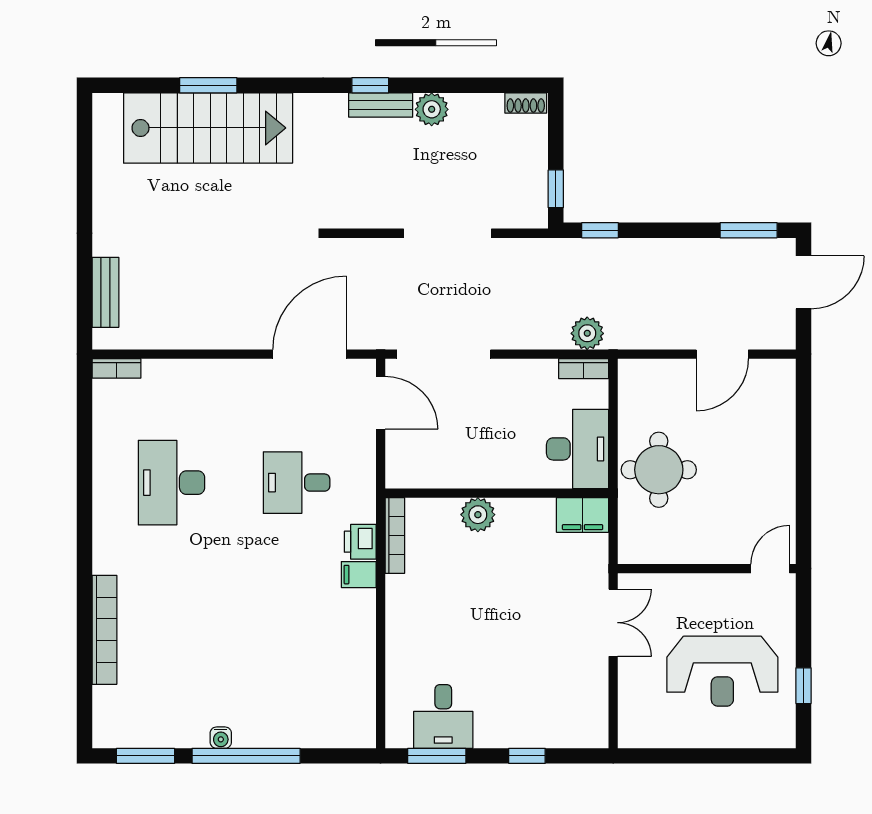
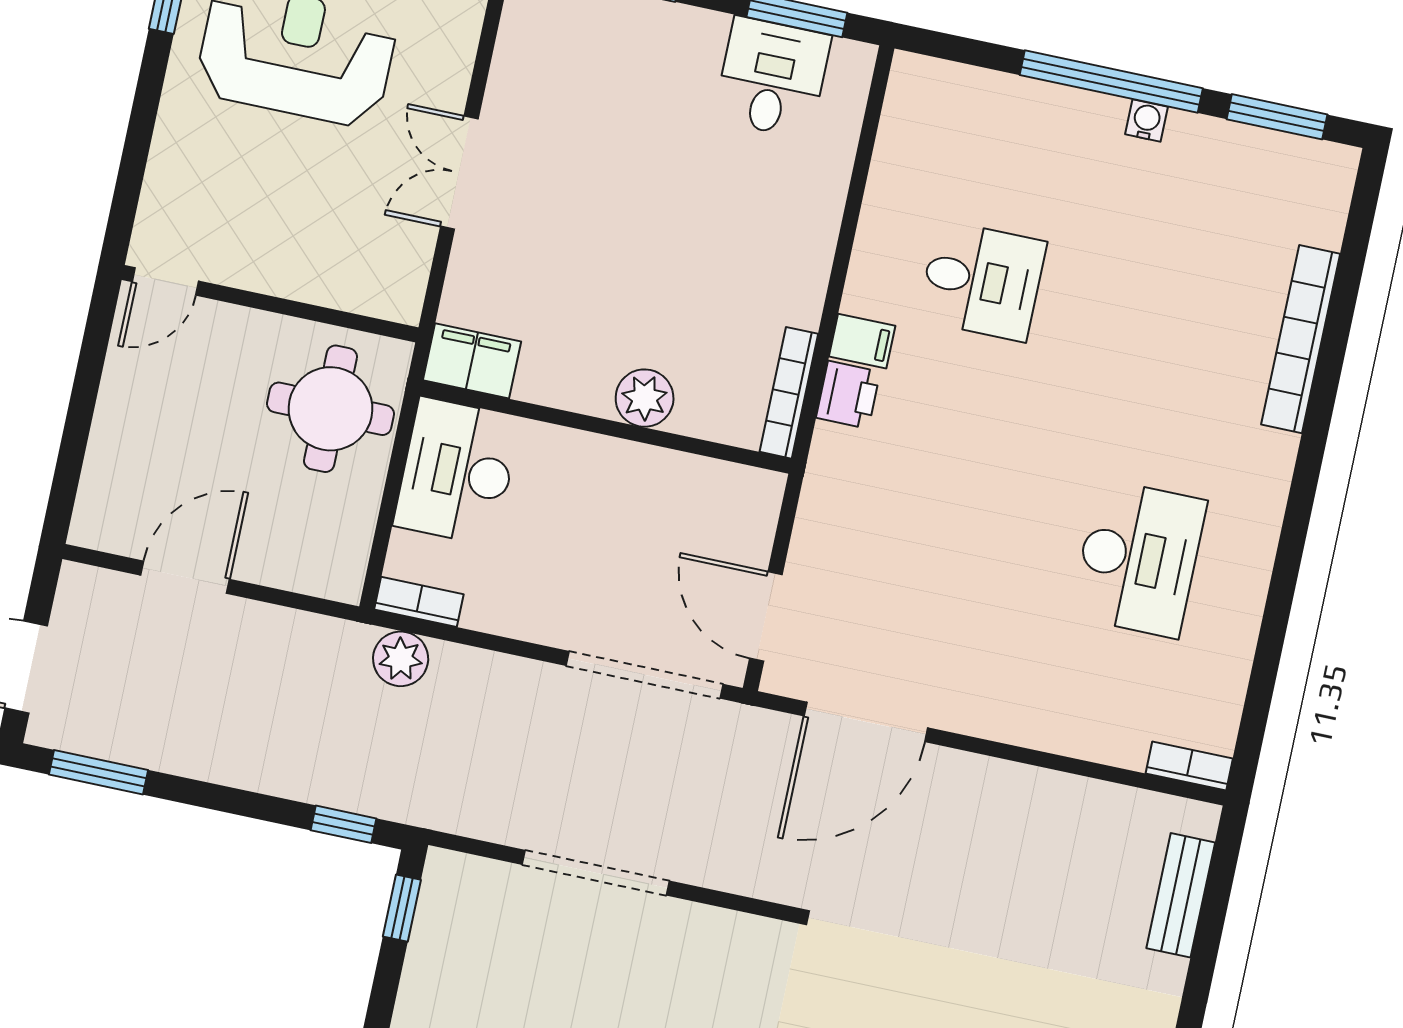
desk: (297, 483) -> (982, 281), moved
wall: (707, 569) -> (270, 304), moved
door: (770, 569) -> (165, 281), moved

